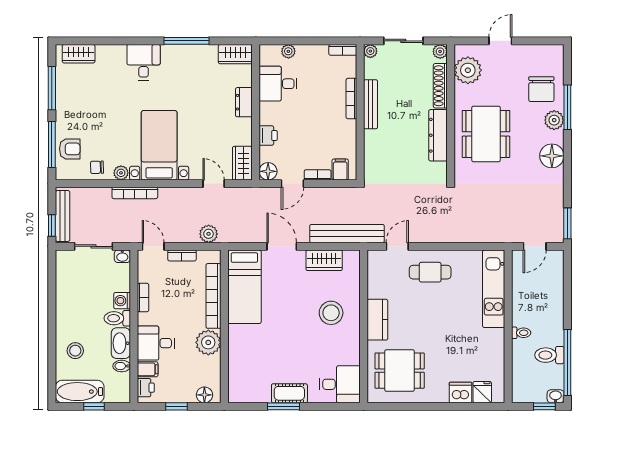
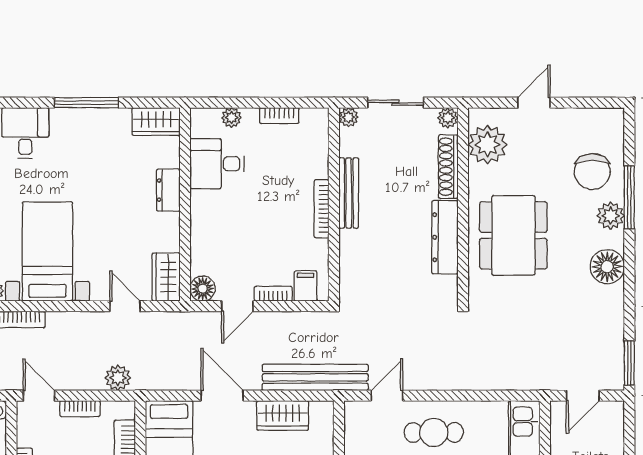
bookcase: (343, 50) -> (279, 116), moved
bookcase: (351, 99) -> (322, 209), moved
printer: (268, 136) -> (203, 238), removed

